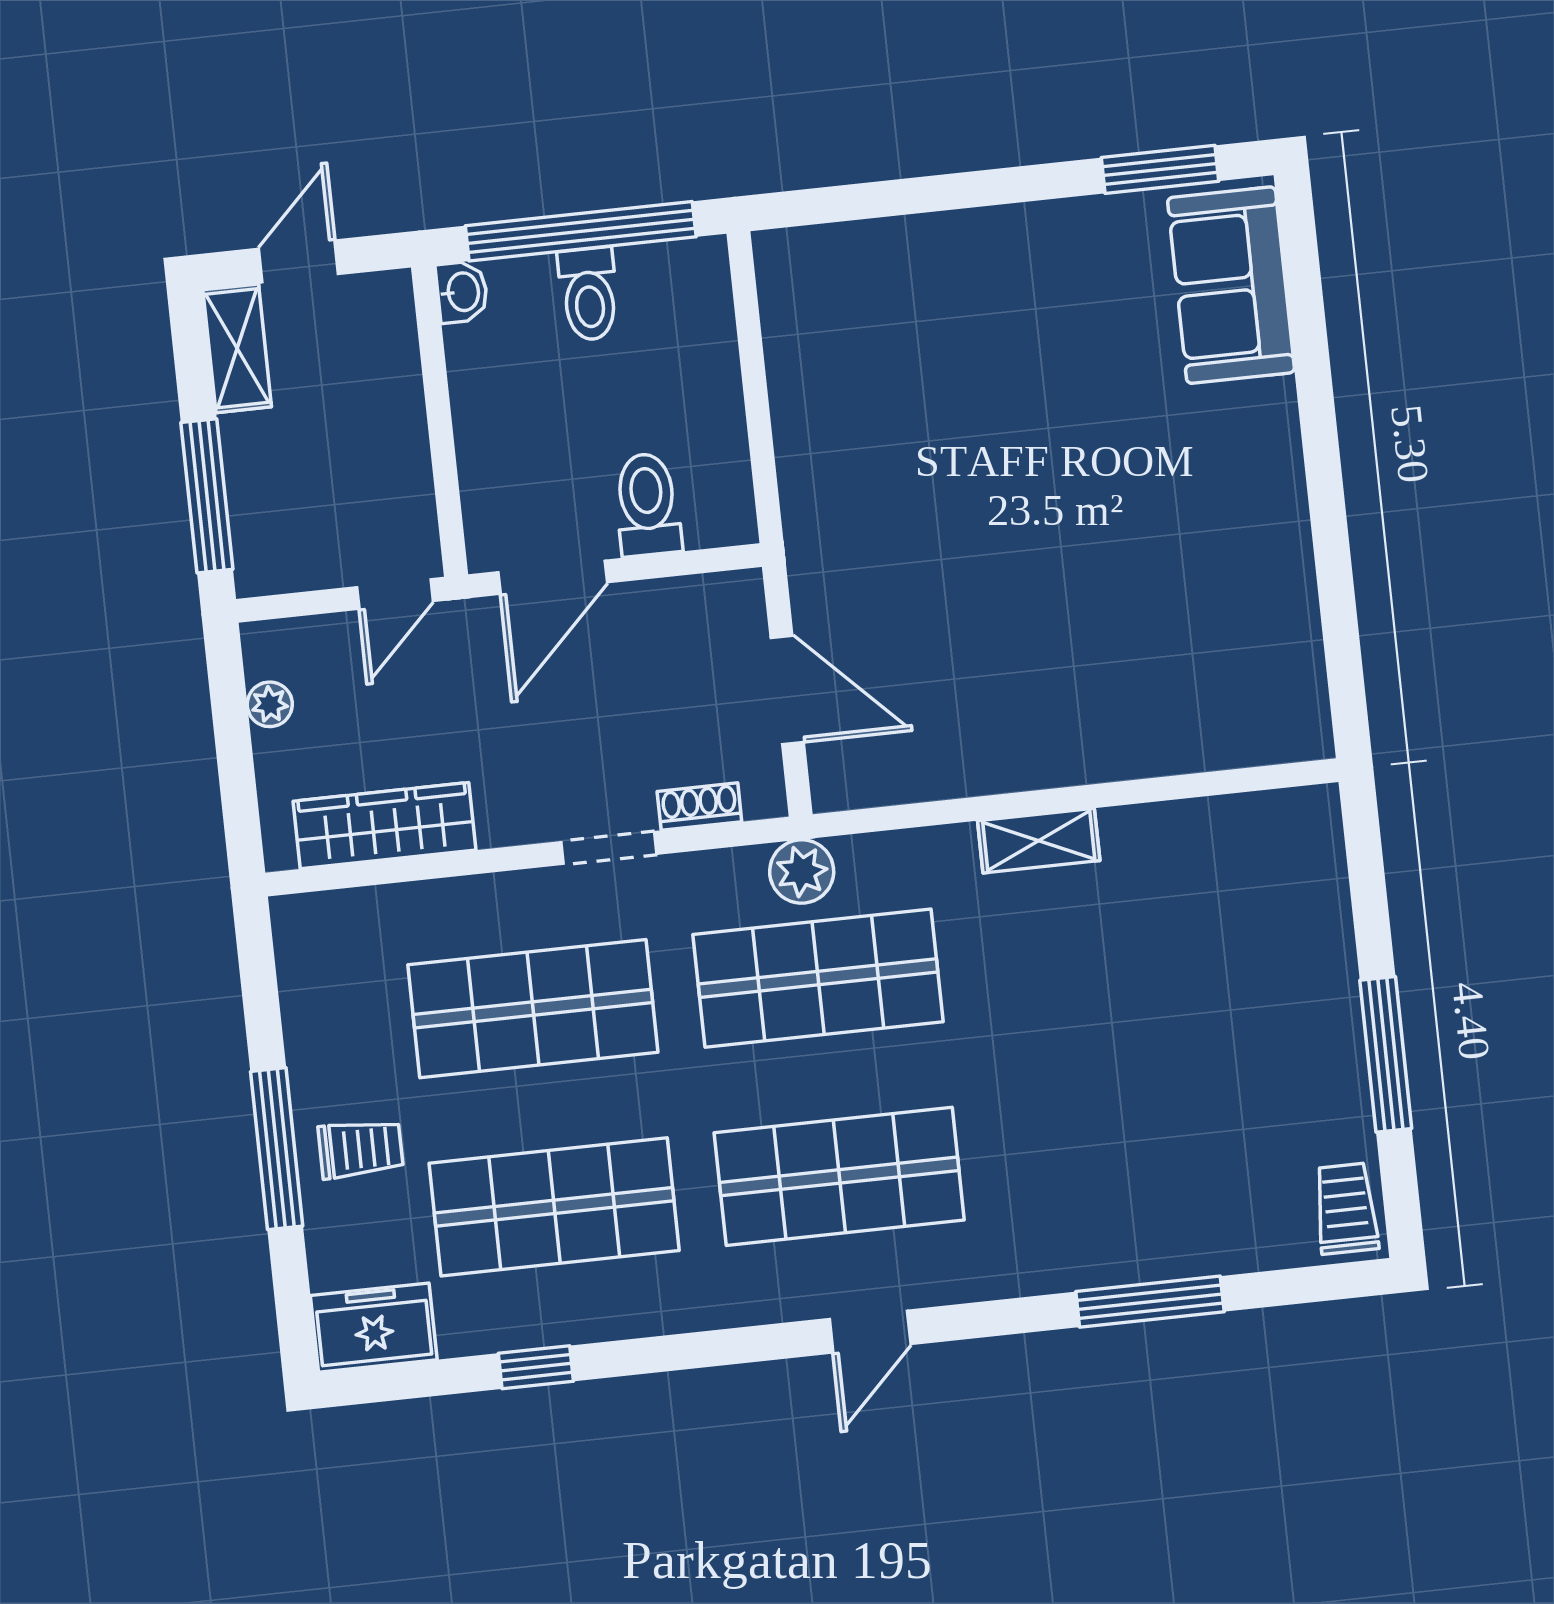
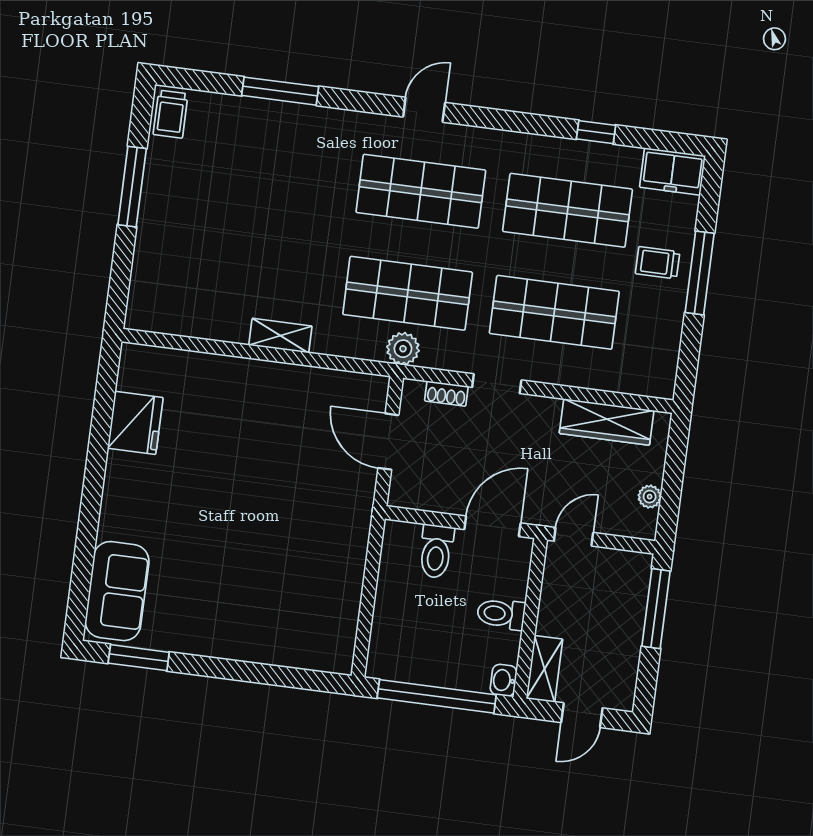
toilet: (589, 294) -> (501, 614), moved, turned -90
shelving: (237, 348) -> (544, 669), moved
fridge: (1273, 611) -> (135, 423), added

